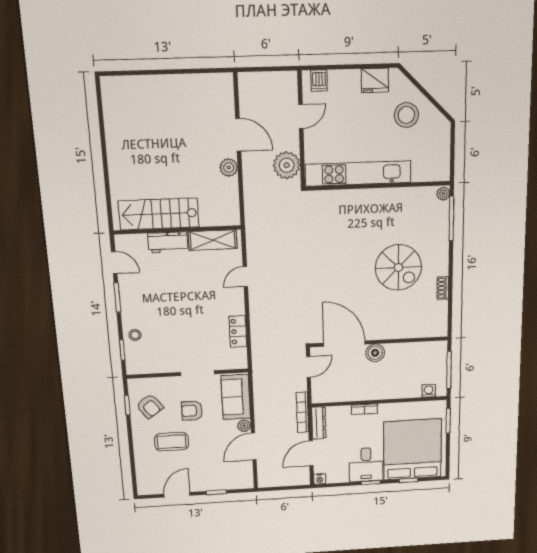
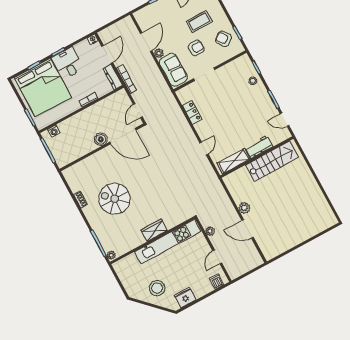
plant: (287, 165) -> (210, 231), width x0.53, depth x0.53
wardrobe: (368, 199) -> (154, 230), added

